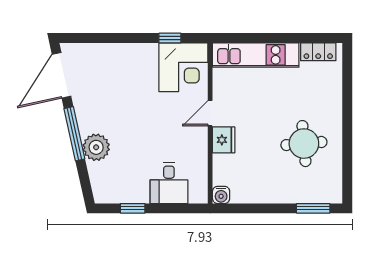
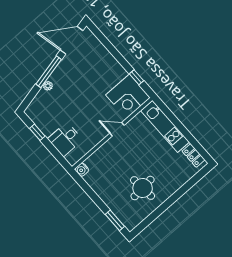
fridge: (224, 140) -> (110, 147), removed
plant: (96, 147) -> (48, 86), width x0.53, depth x0.53

